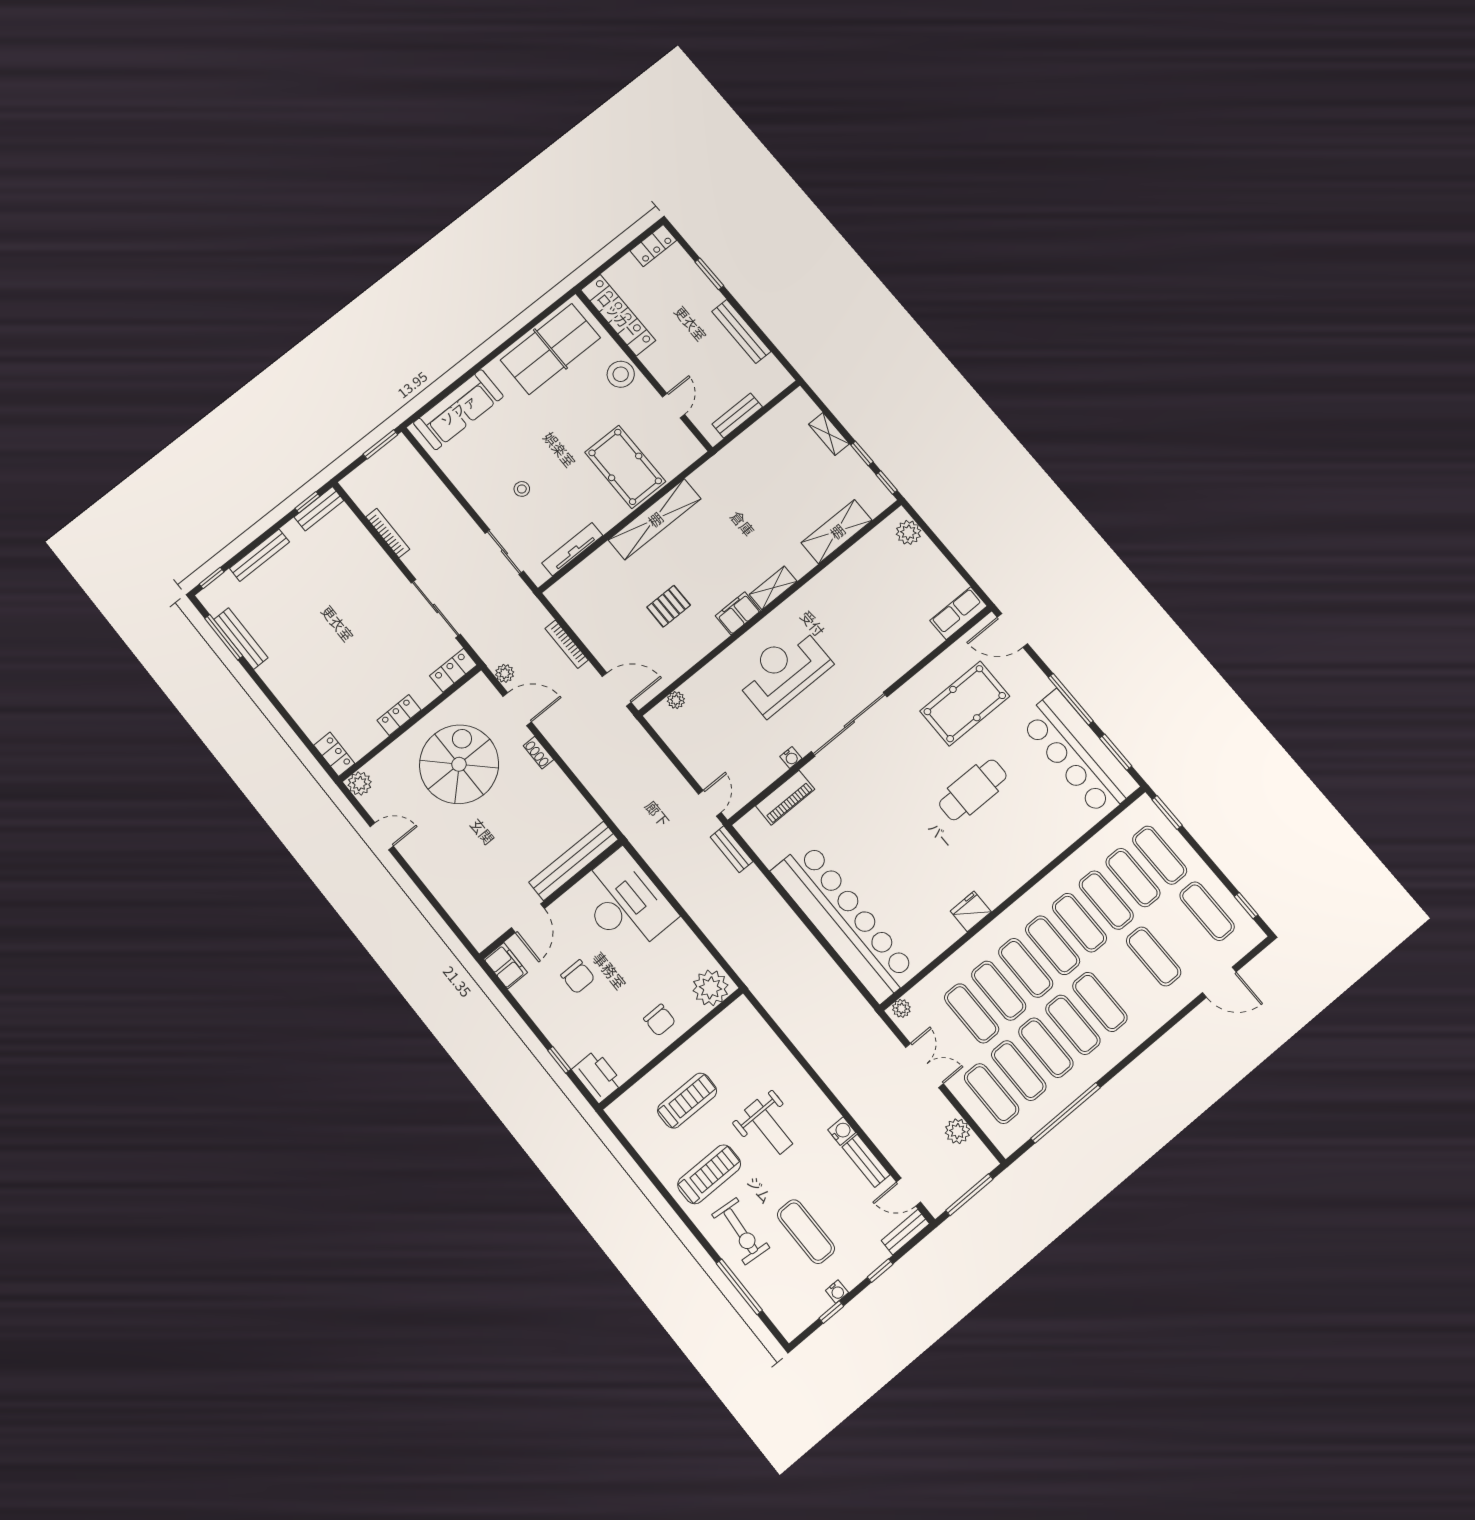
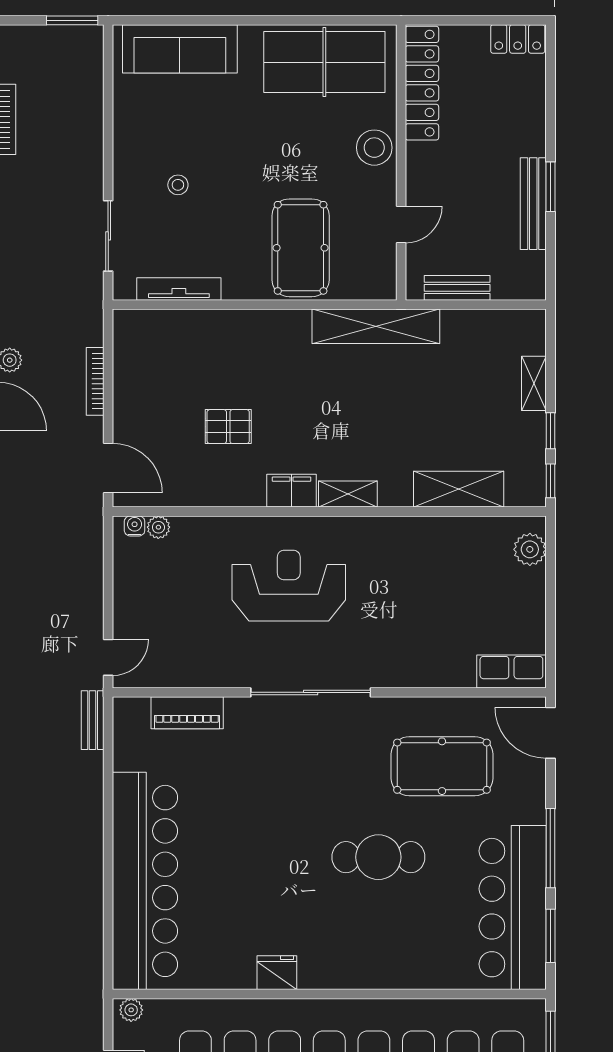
window: (709, 274) -> (550, 187), moved
shelving: (655, 519) -> (376, 326), moved
water cooler: (791, 757) -> (135, 526), moved, turned 180

